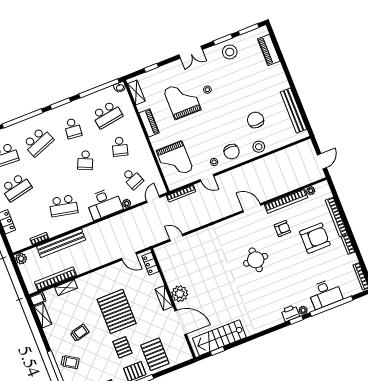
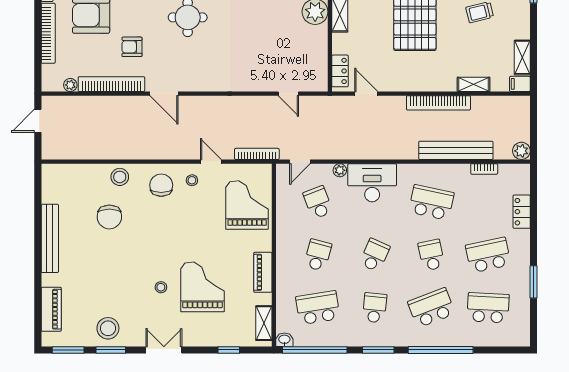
grand piano: (182, 100) -> (203, 287), turned 180
bench: (294, 111) -> (50, 238), moved
school desk: (51, 174) -> (431, 255), added
bookcase: (56, 279) -> (438, 103), moved

